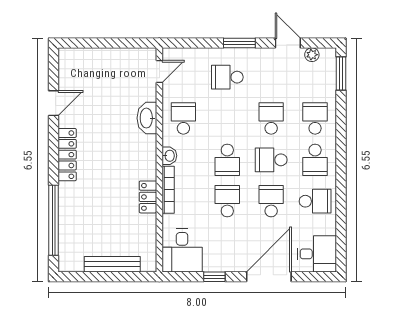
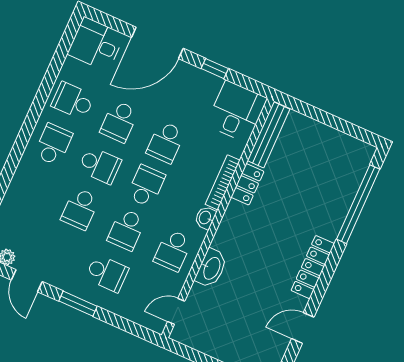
school desk: (315, 118) -> (126, 230), moved
bench: (112, 264) -> (269, 135), moved, turned 90

